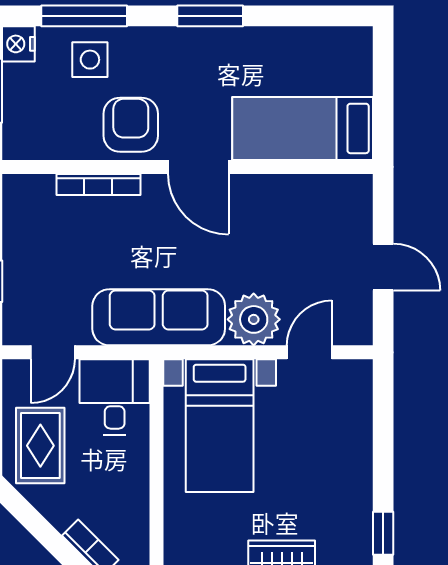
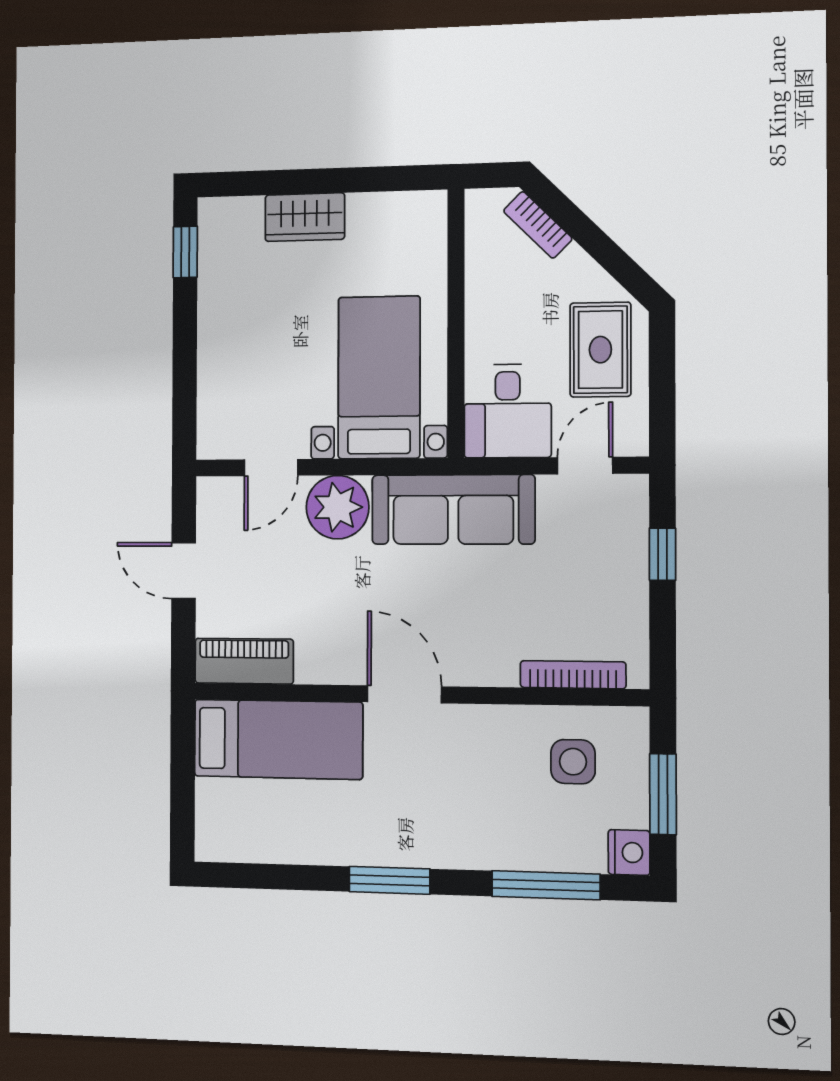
side table: (90, 60) -> (573, 762), moved
armchair: (131, 125) -> (487, 748), removed
bookcase: (98, 185) -> (573, 675), moved
piano: (331, 192) -> (244, 661), added

